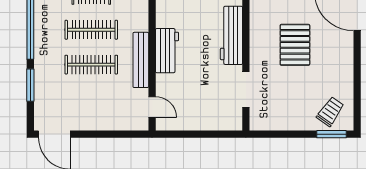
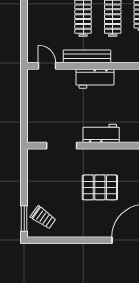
workbench: (231, 35) -> (101, 133), width x0.73
door: (152, 107) -> (47, 66), swing flipped

